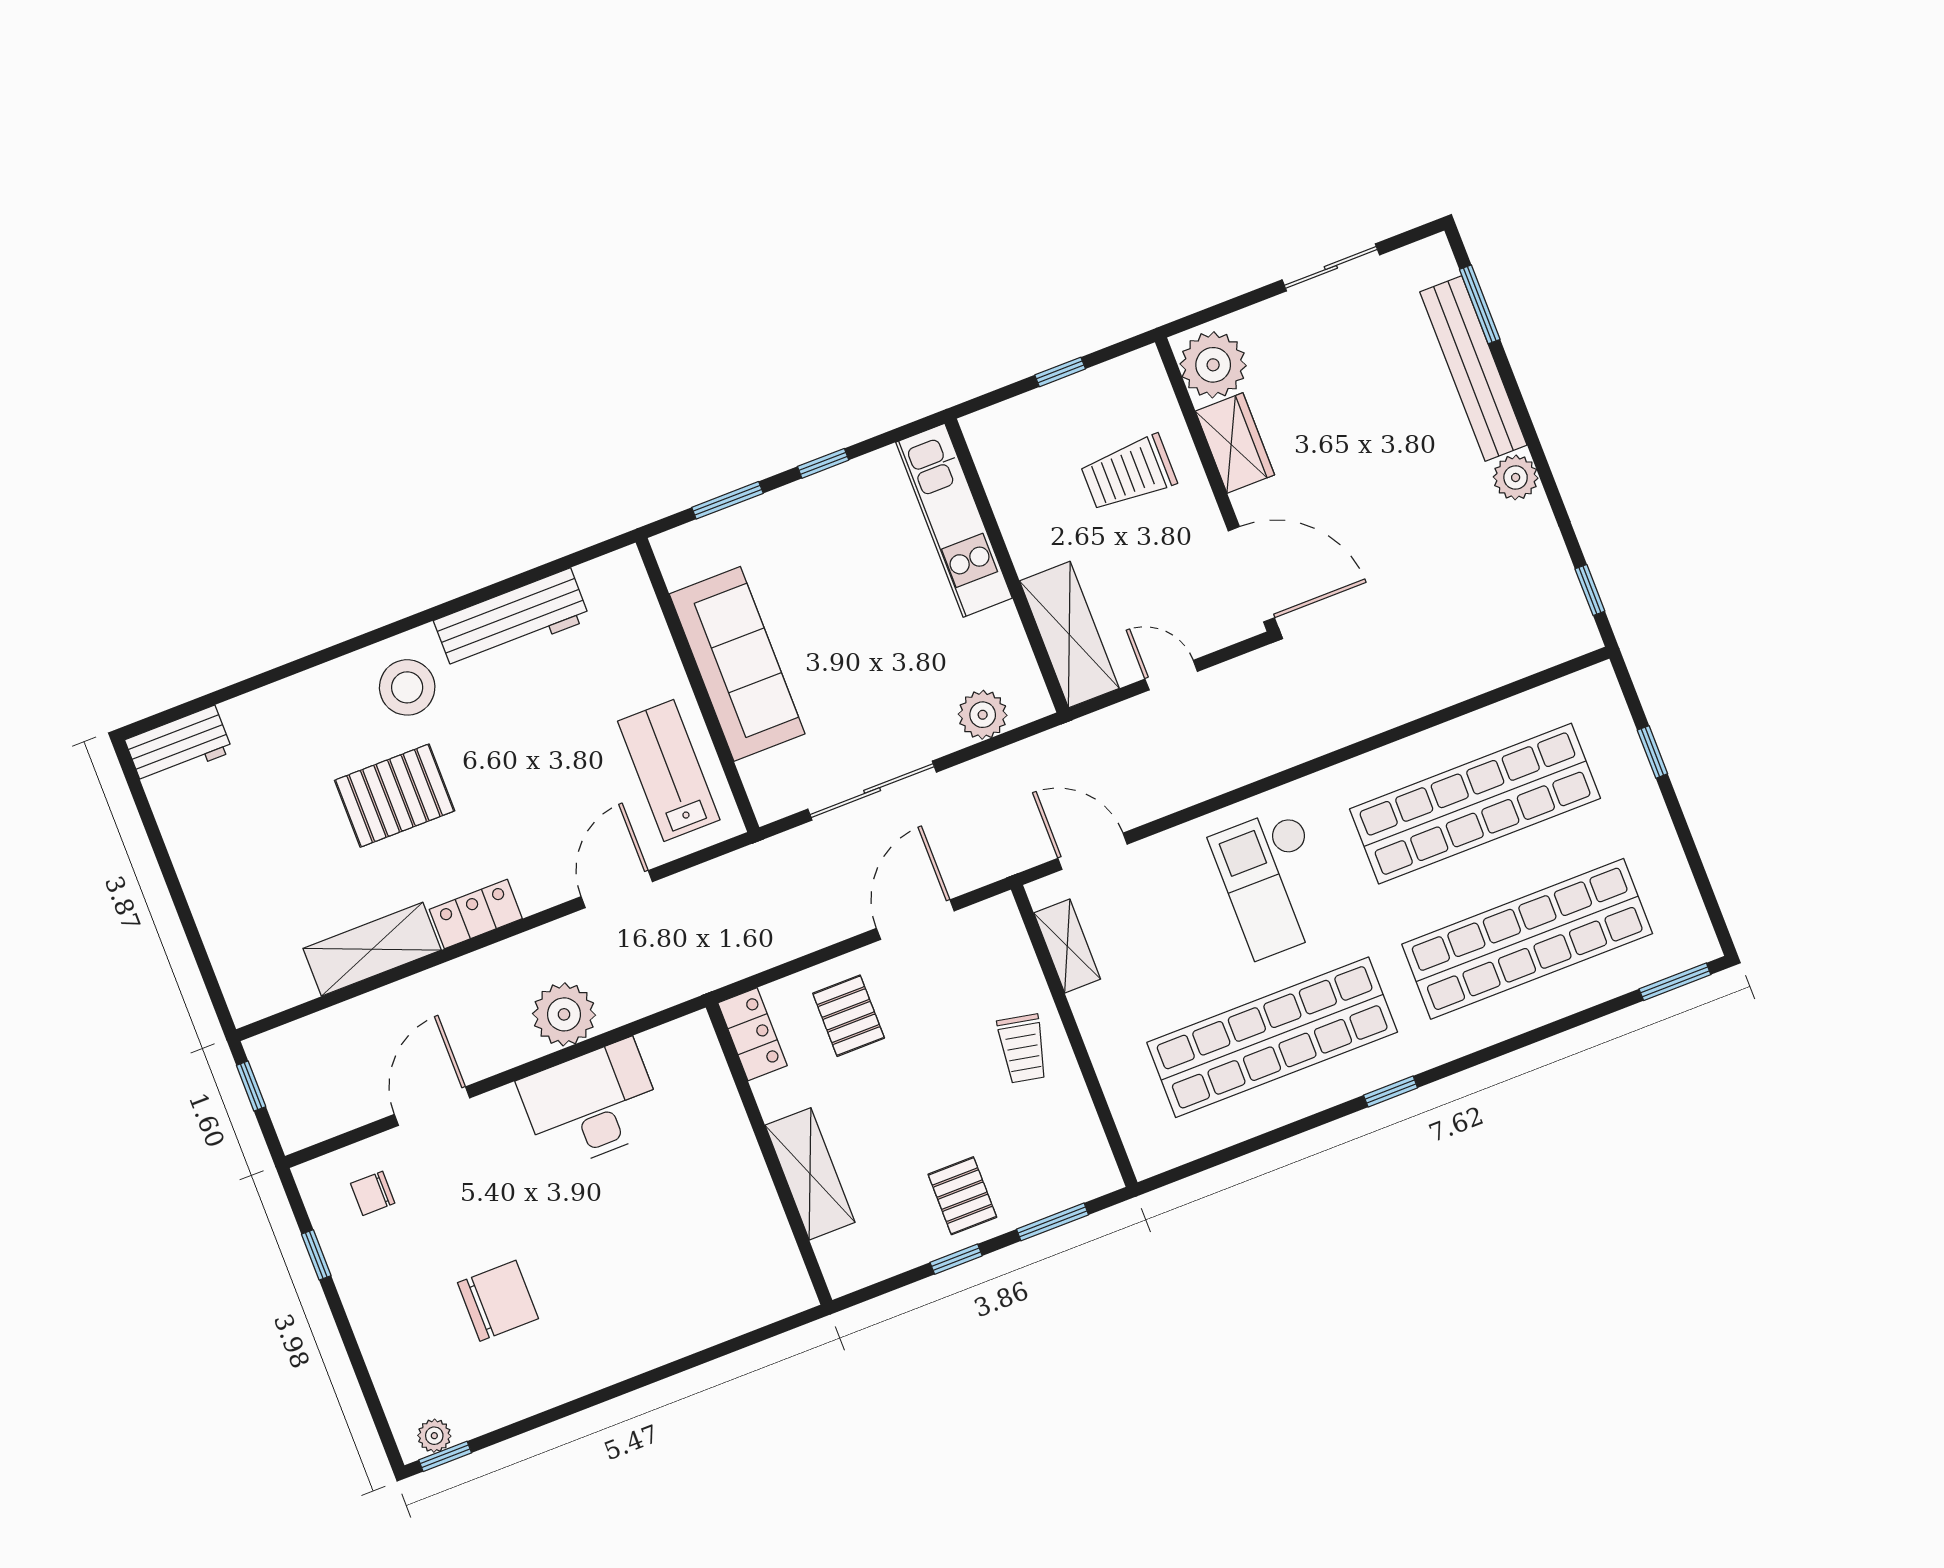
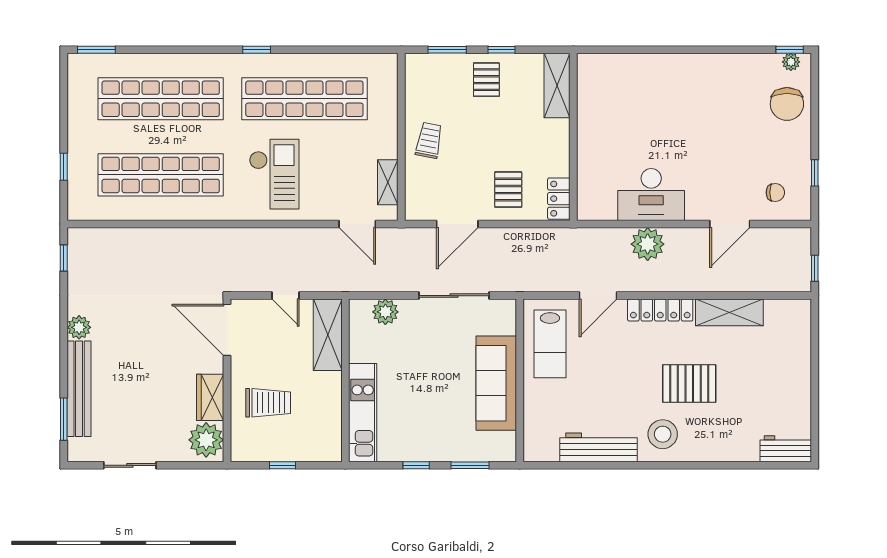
locker: (476, 914) -> (660, 310), width x1.53
shelving: (810, 1174) -> (557, 85), moved
chair: (498, 1301) -> (787, 104), moved, turned -90

